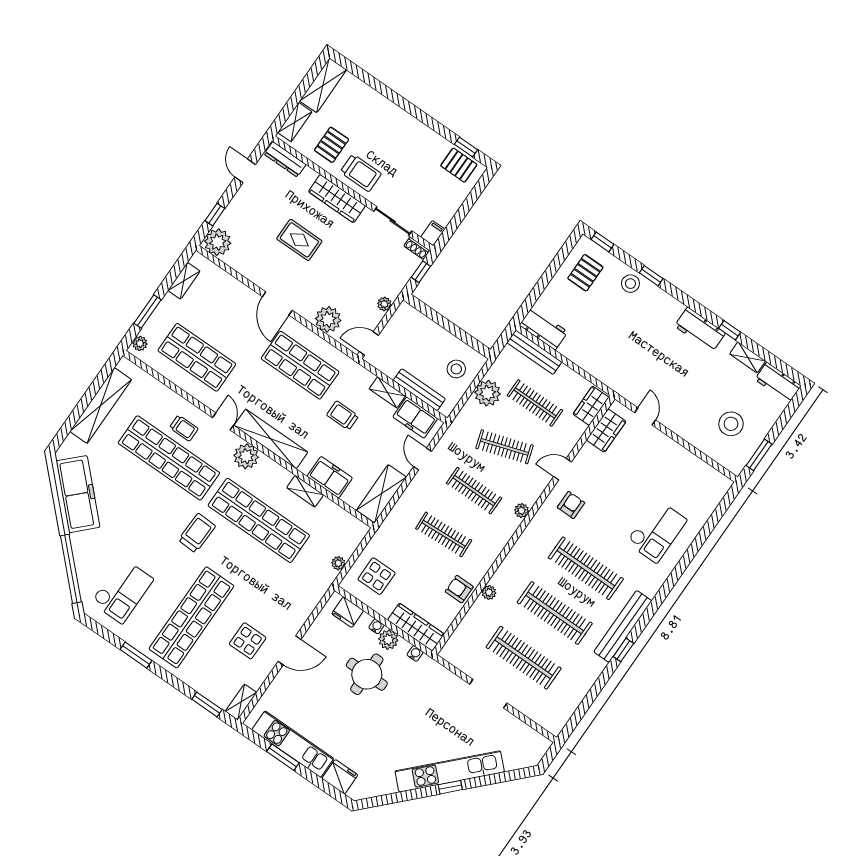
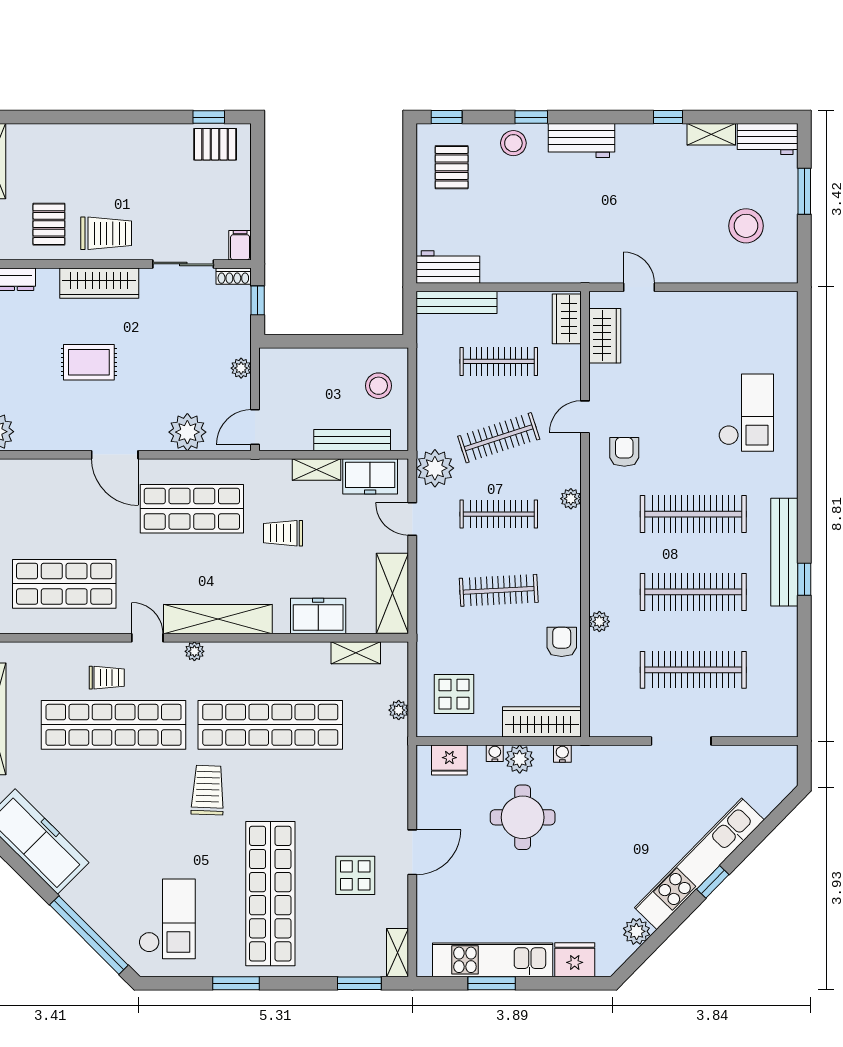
workbench: (700, 330) -> (582, 141), moved
plant: (488, 393) -> (435, 468), moved
window: (759, 455) -> (804, 191), moved
plant: (246, 456) -> (194, 651), width x0.53, depth x0.53
shelving: (305, 491) -> (356, 653), moved
armchair: (459, 589) -> (562, 642), turned 90
plant: (387, 785) -> (637, 931), added

